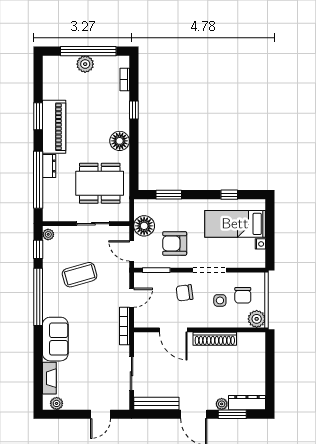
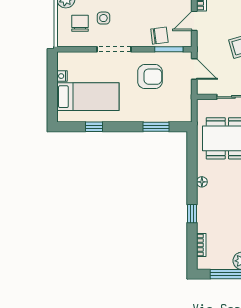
floor lamp: (120, 141) -> (202, 182), width x0.53, depth x0.53
floor lamp: (144, 226) -> (181, 95), removed
chair: (184, 293) -> (159, 36), moved

